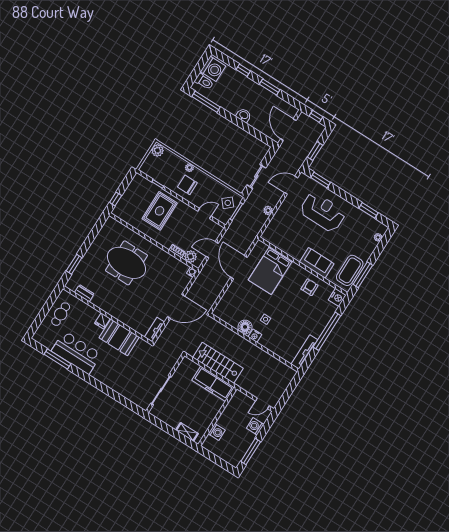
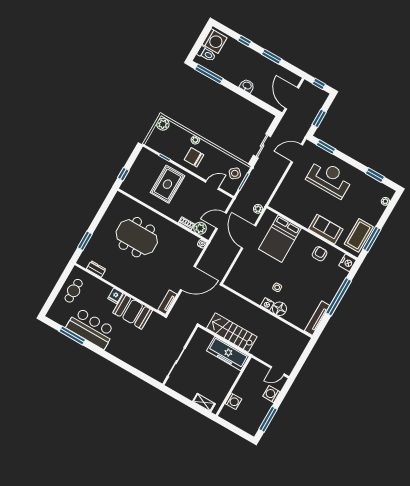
plant: (268, 210) -> (258, 209), moved
floor lamp: (245, 327) -> (279, 309), moved

